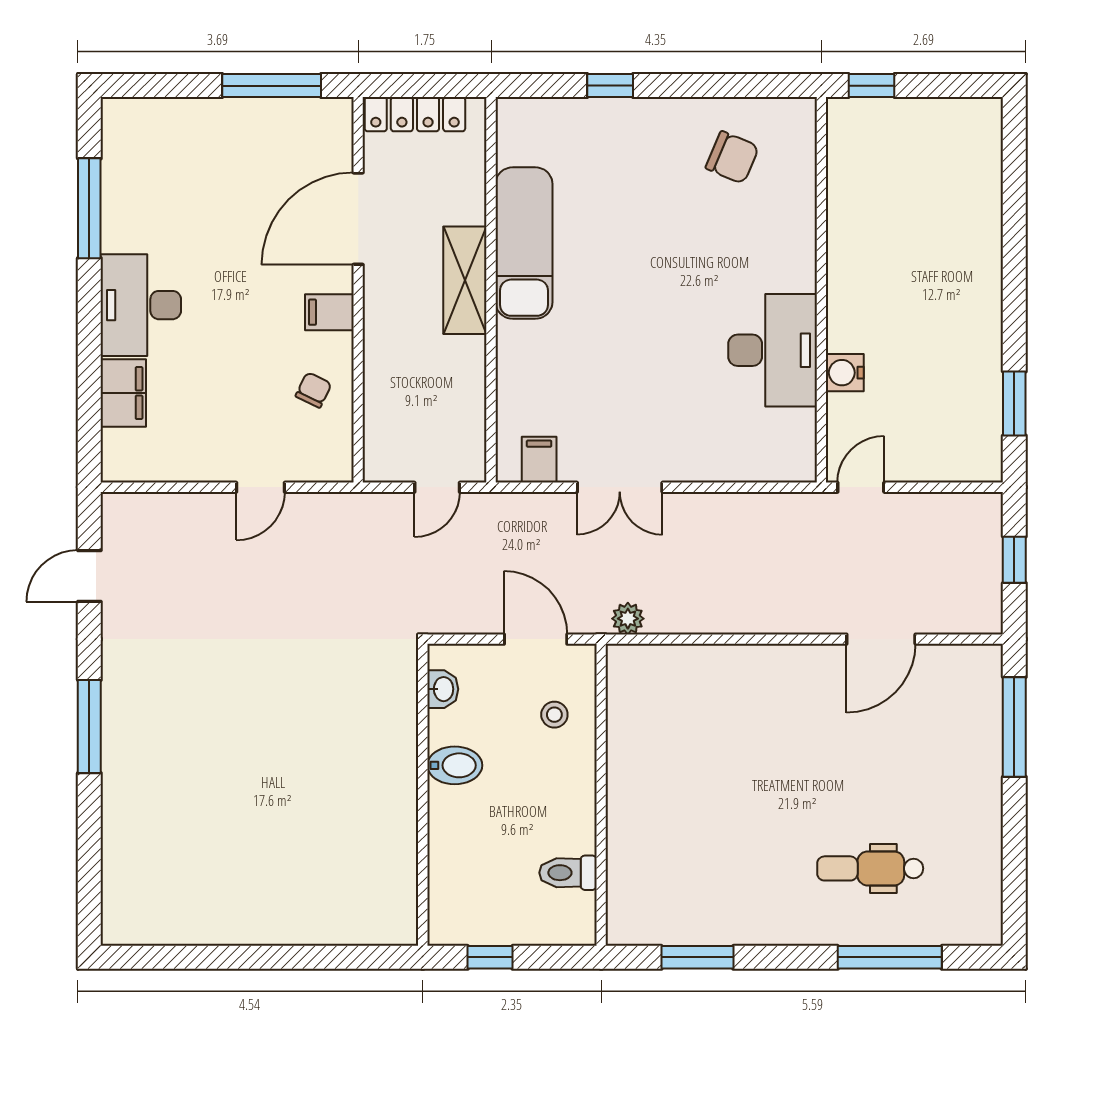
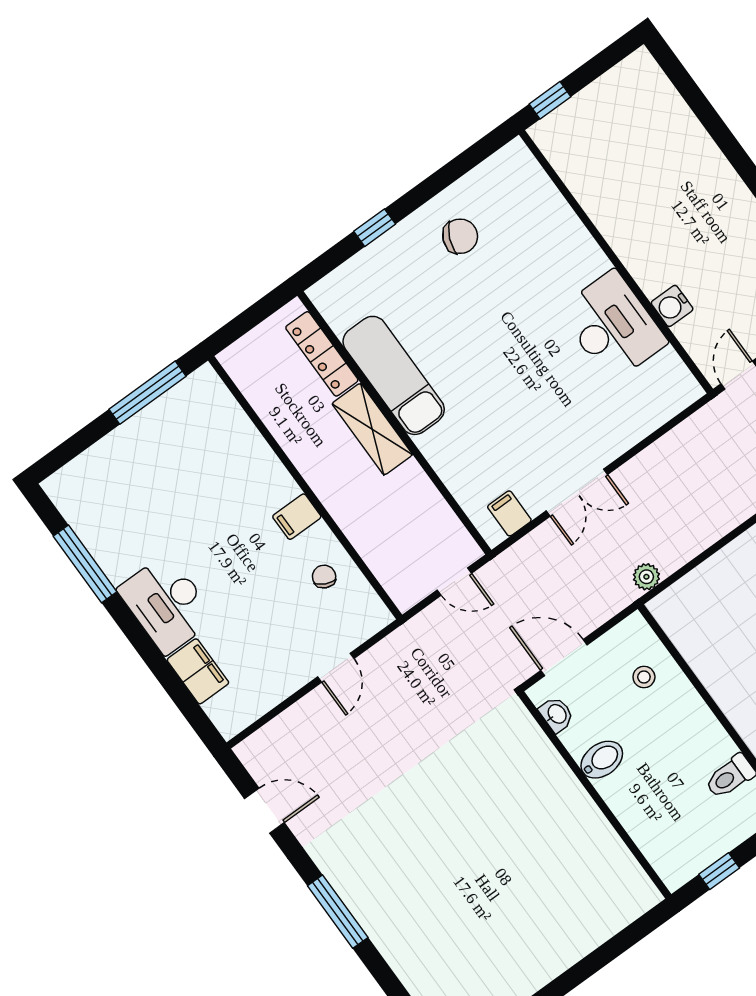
locker: (415, 114) -> (322, 354), moved, turned 90
chair: (732, 157) -> (460, 236), moved
door: (358, 219) -> (270, 440), removed
door: (437, 487) -> (454, 582), hinge flipped
door: (89, 576) -> (264, 811), swing flipped
door: (536, 639) -> (564, 658), moved

